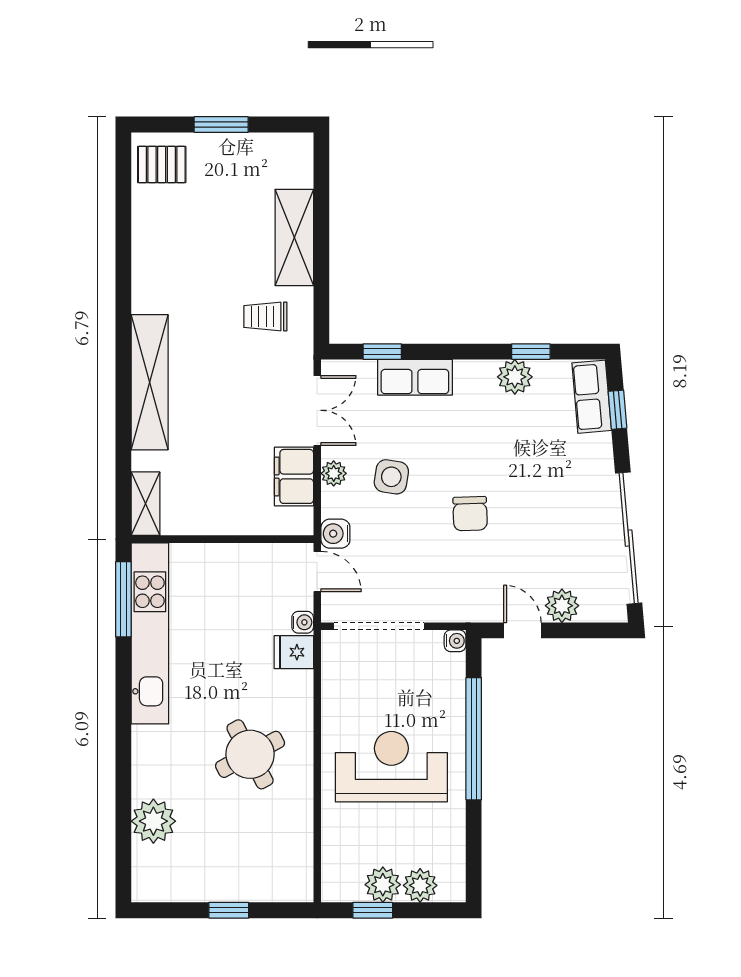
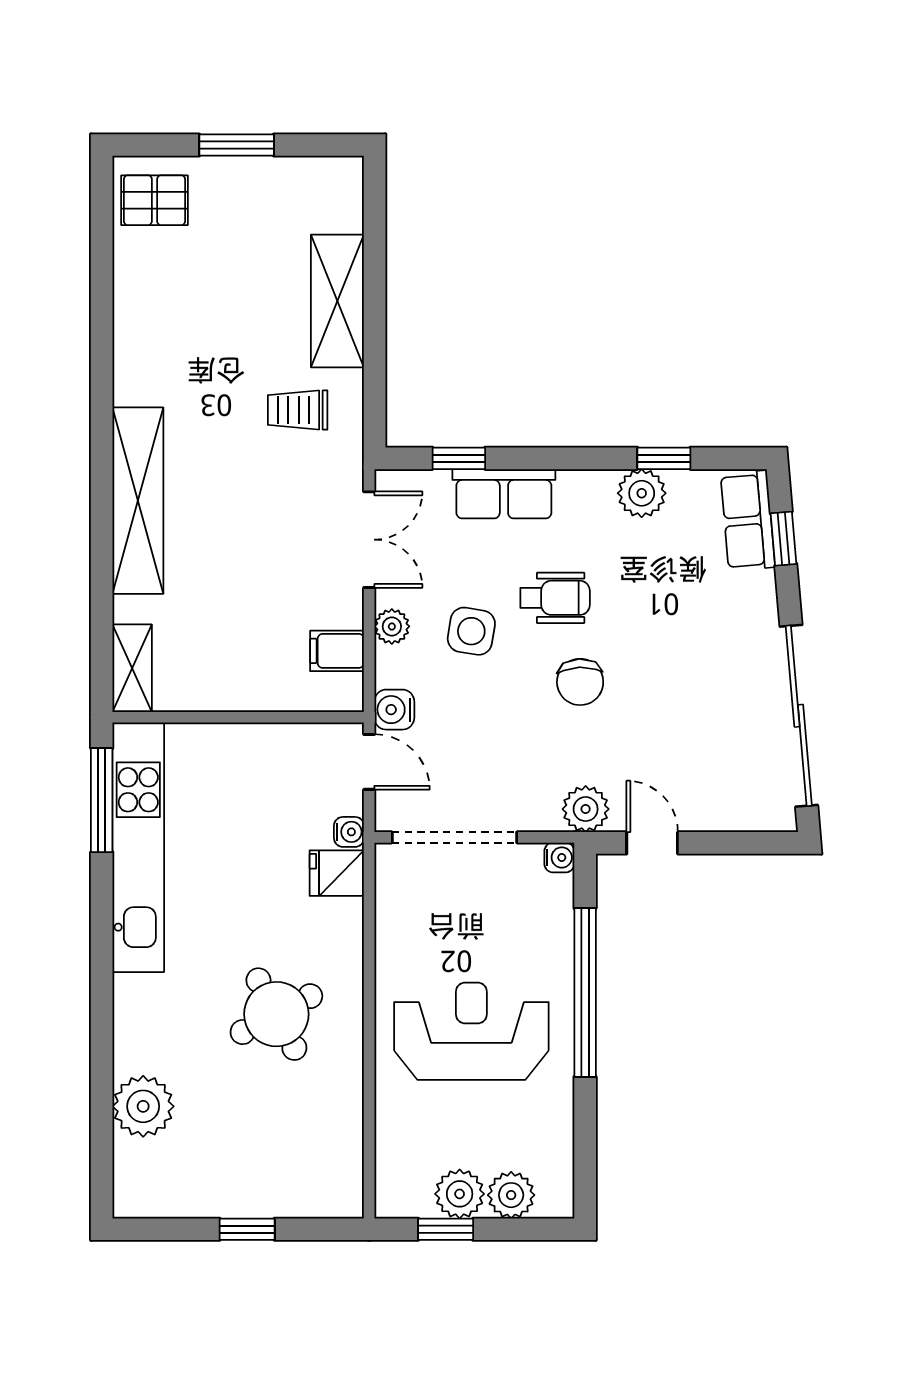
wheelchair: (452, 453) -> (555, 598), added
filing cabinet: (294, 476) -> (337, 651), width x0.50
plant: (562, 606) -> (586, 809), moved

